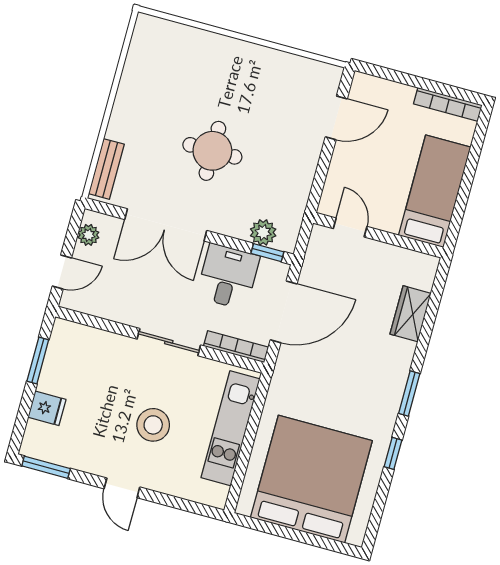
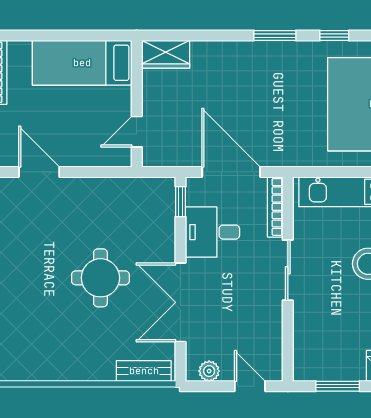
double door: (166, 225) -> (181, 302), swing flipped
plant: (263, 232) -> (163, 211), removed
wardrobe: (411, 314) -> (166, 54), moved

